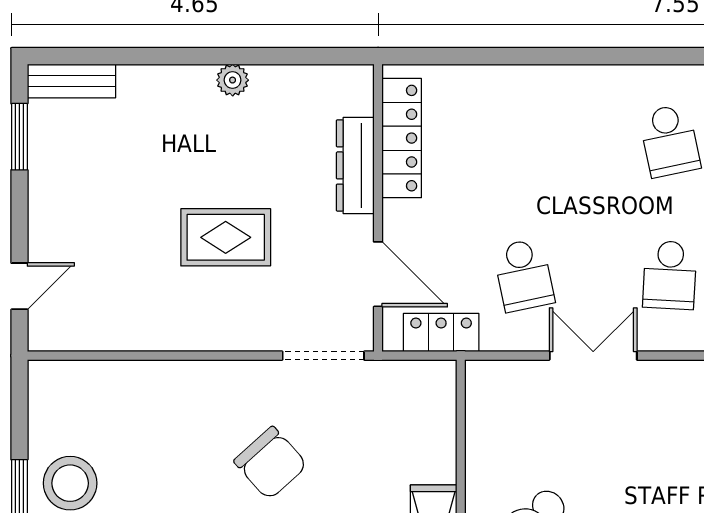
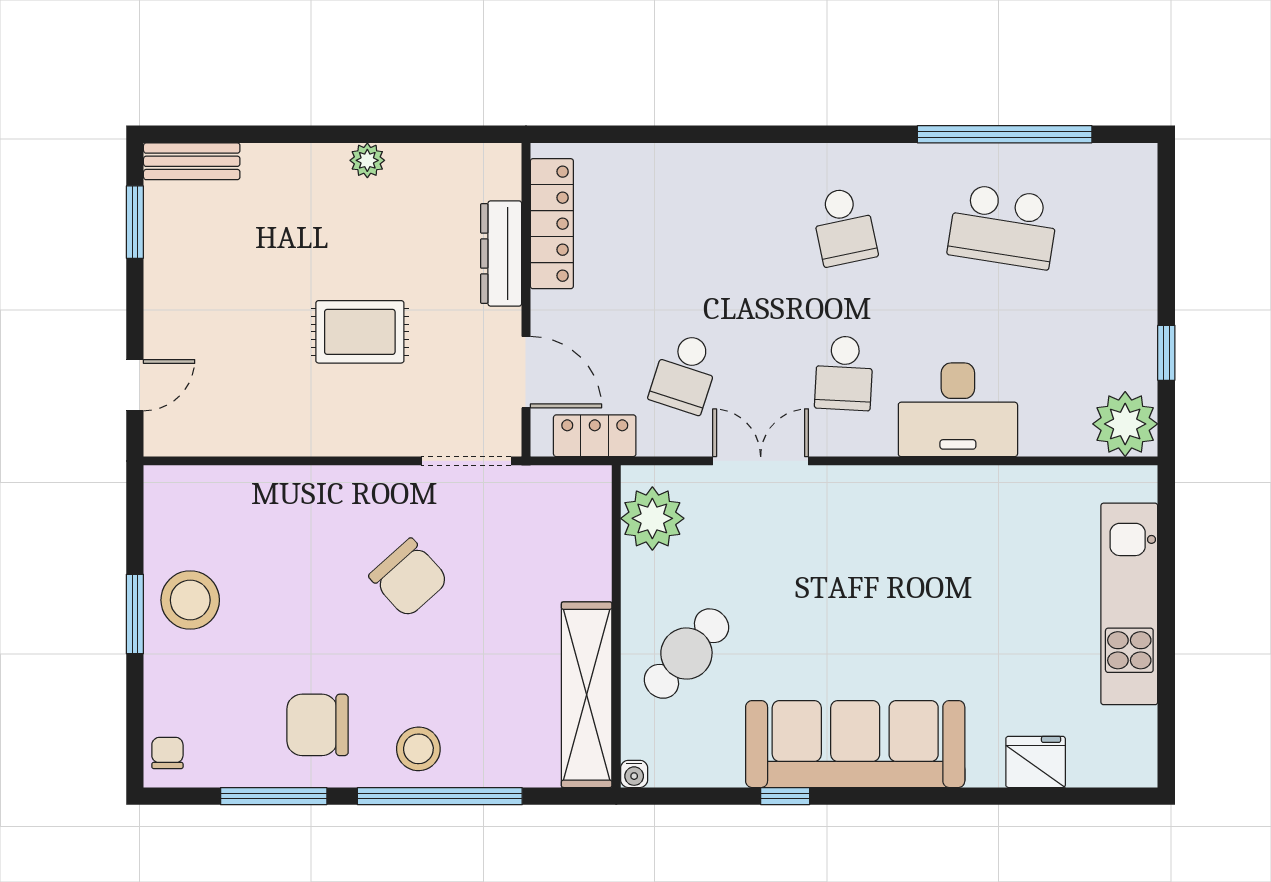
school desk: (524, 275) -> (685, 373), turned 30
plant: (494, 408) -> (652, 518), added

